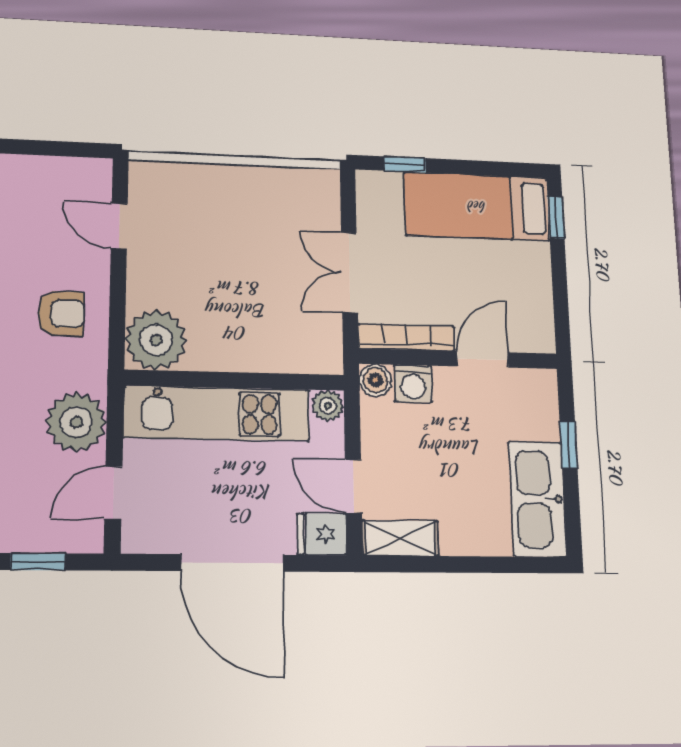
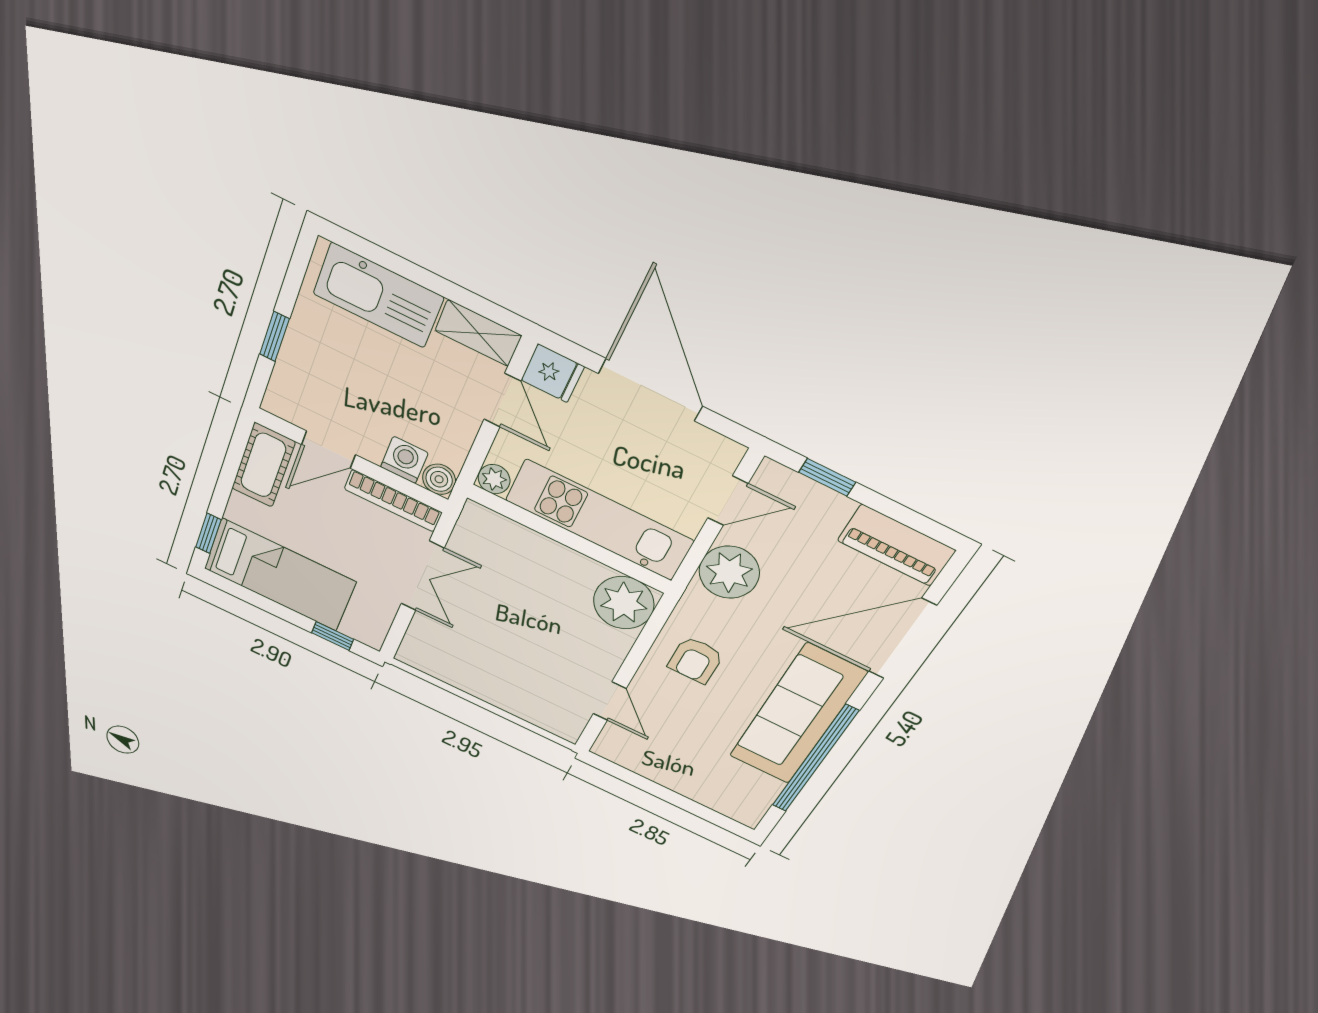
armchair: (61, 313) -> (696, 660), turned -90
cot: (533, 314) -> (263, 465), added
kitchen sink: (538, 499) -> (378, 295), moved, turned 90

